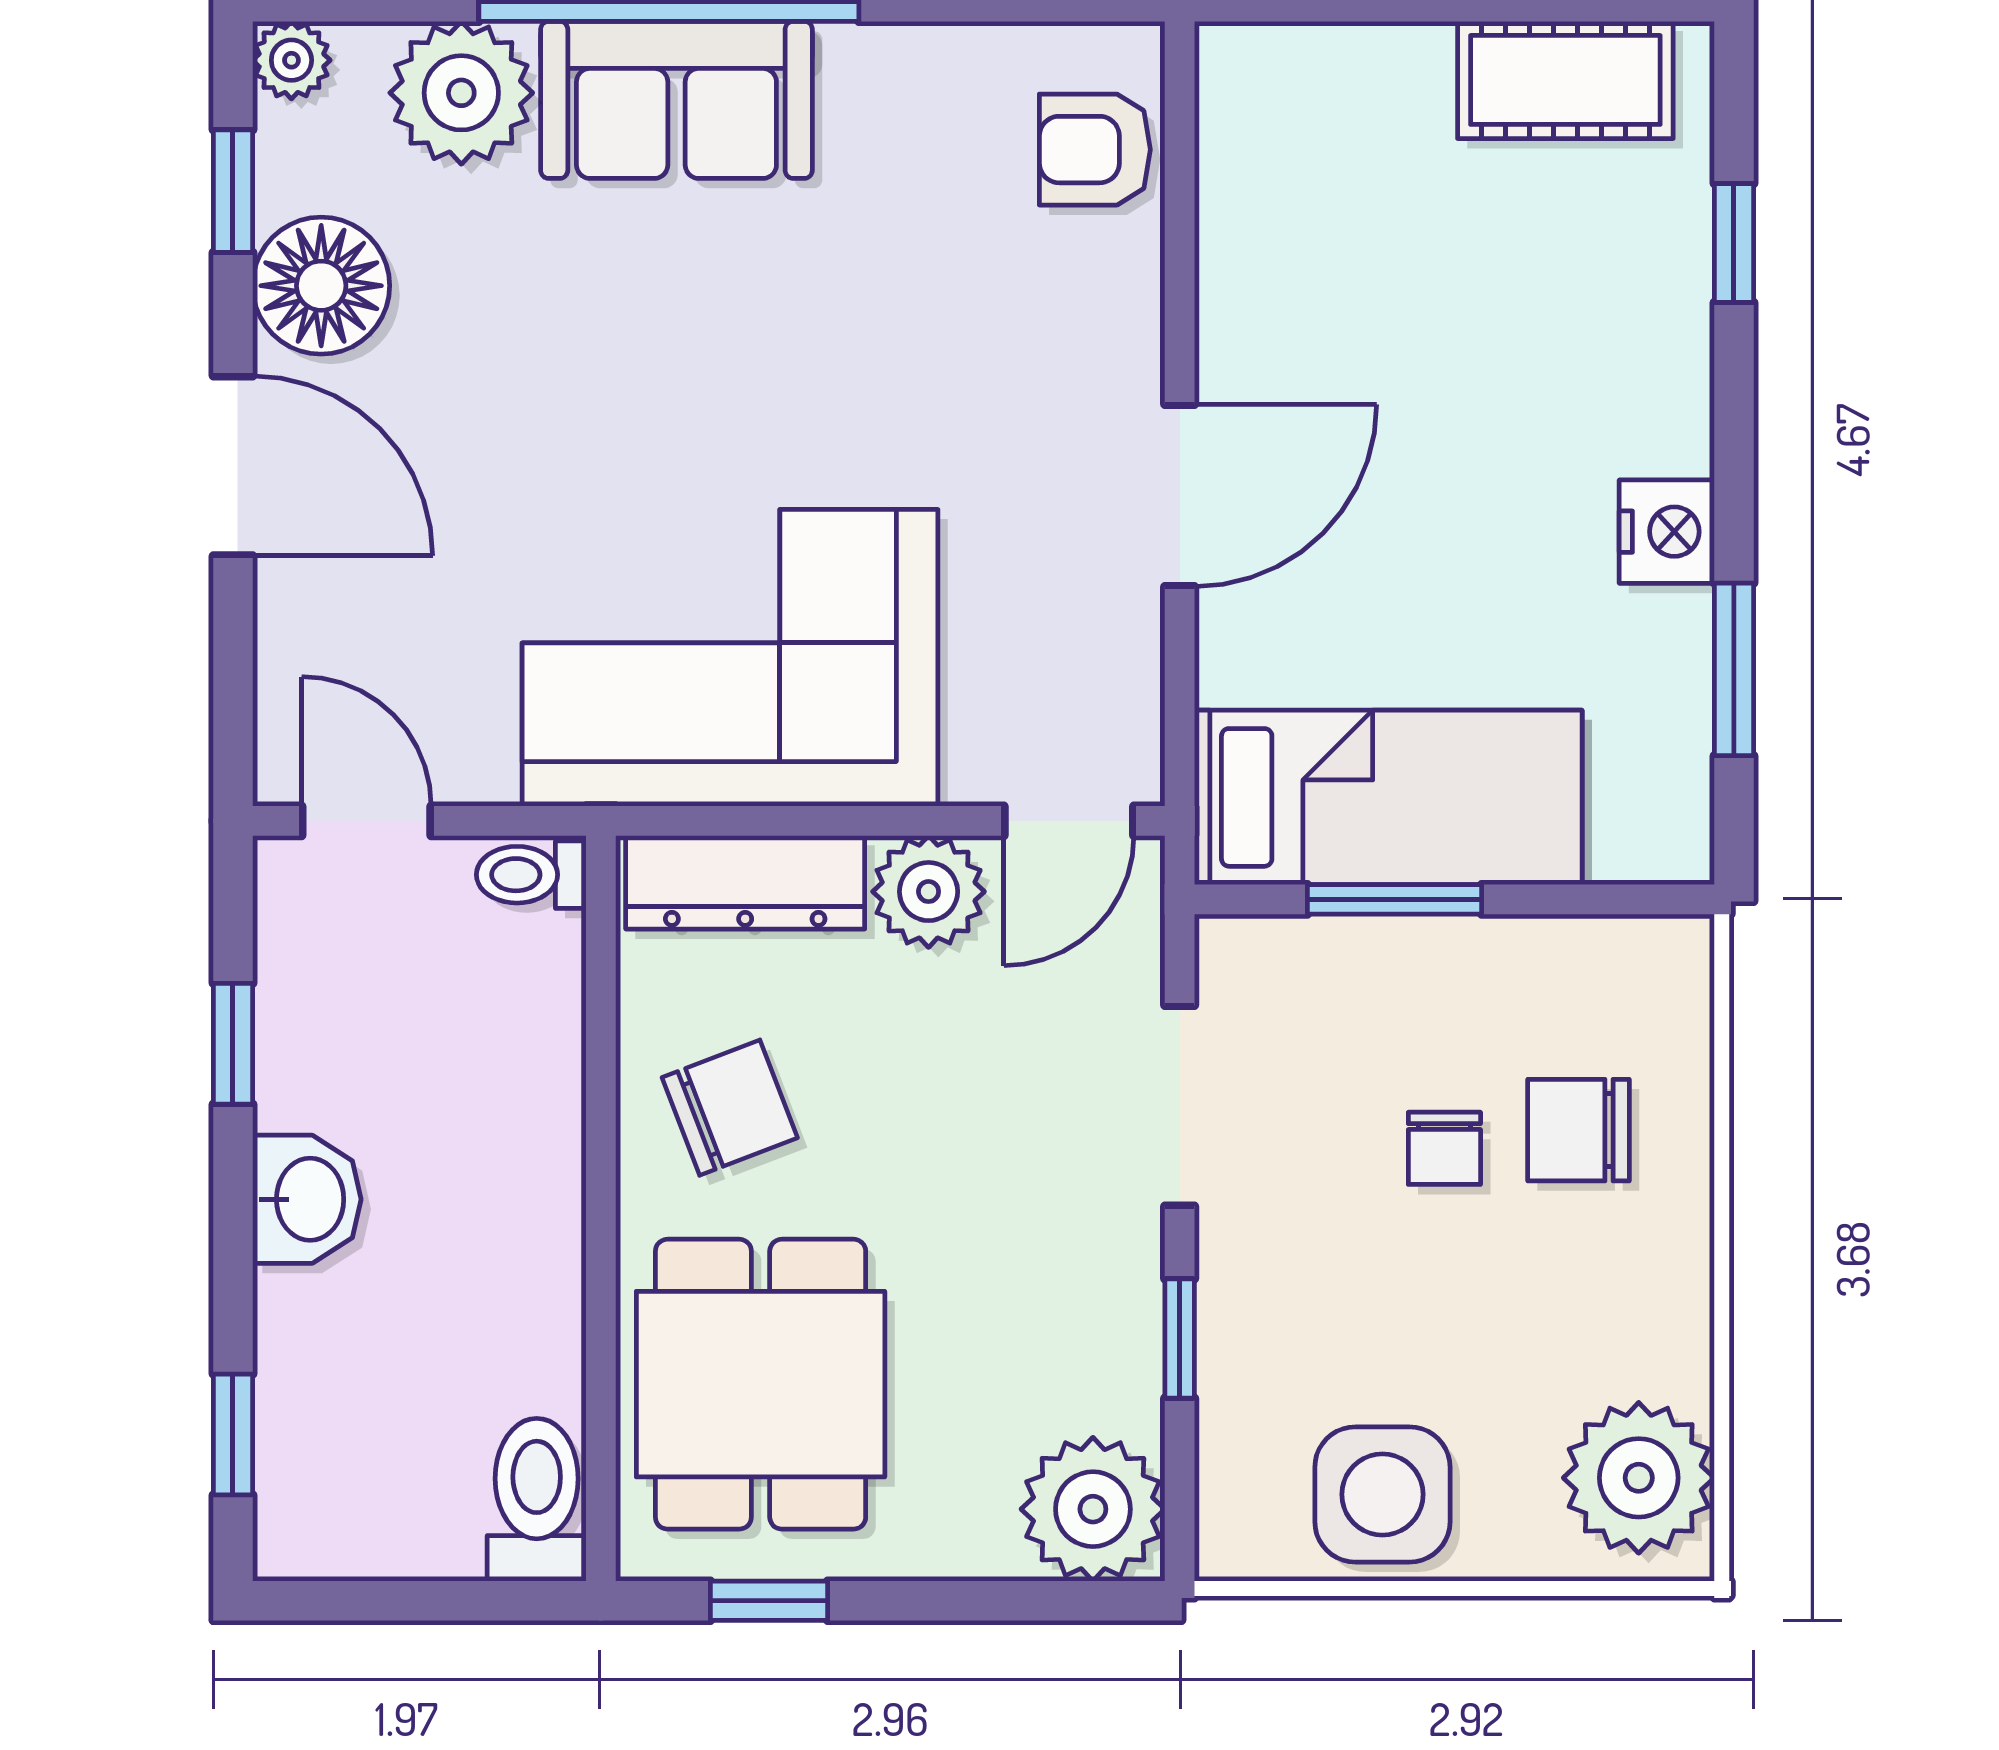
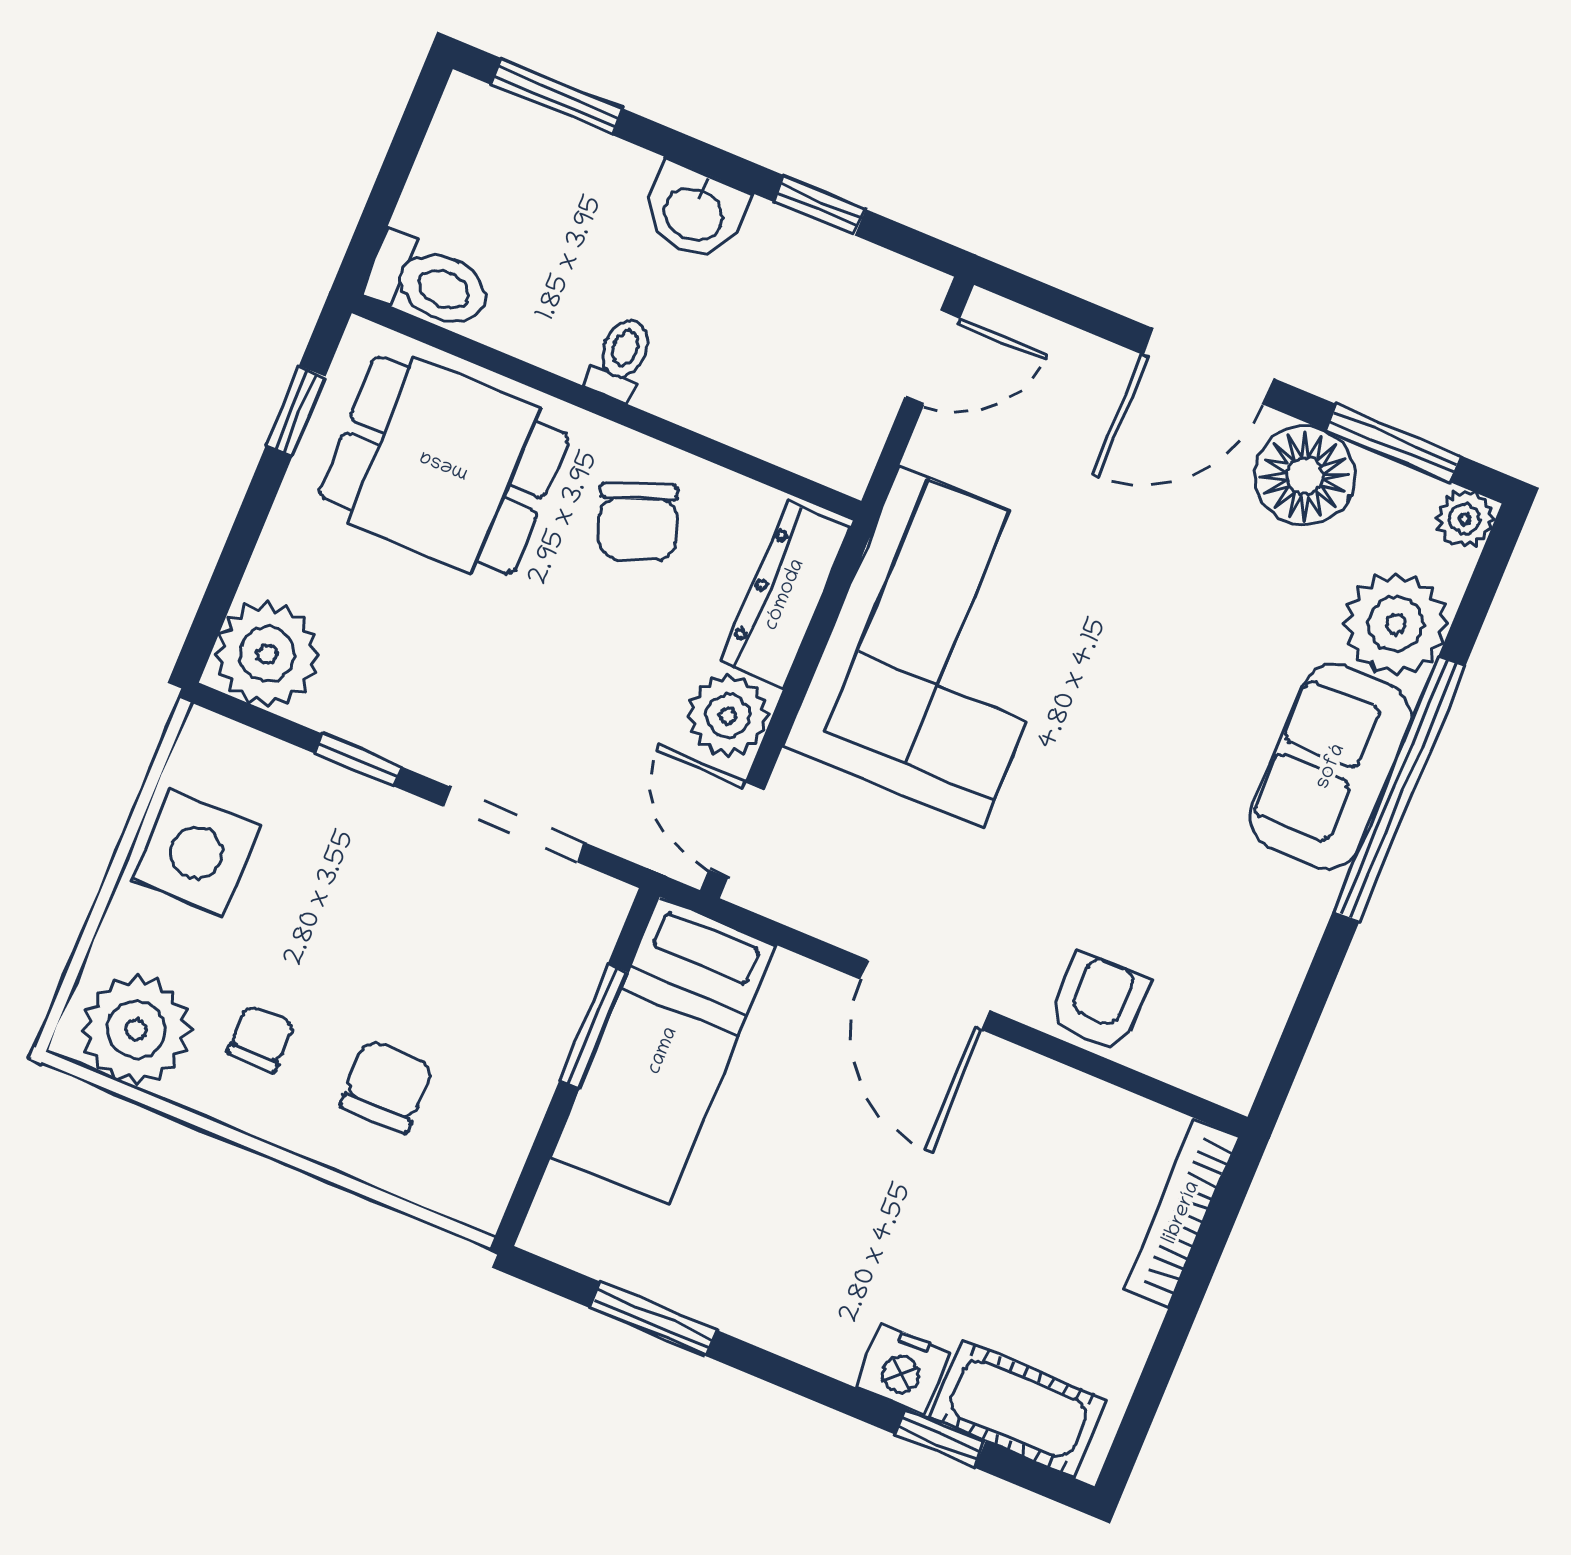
bookcase: (1322, 54) -> (1182, 1213), added
cot: (1565, 80) -> (1018, 1409), moved, turned 90
armchair: (1095, 150) -> (1099, 1002), moved
window: (233, 191) -> (1393, 443), width x1.50
nightstand: (1667, 532) -> (903, 1369), moved
toilet: (531, 875) -> (621, 358), moved
chair: (1444, 1148) -> (261, 1038), moved, turned 90
window: (233, 1435) -> (557, 97), width x1.50

